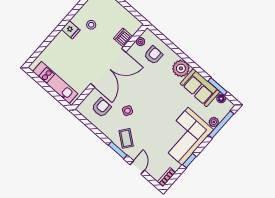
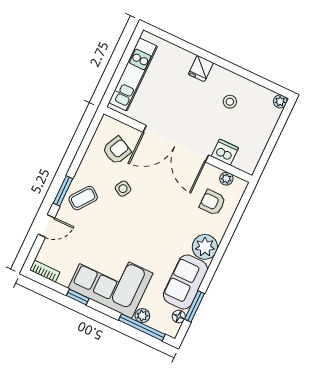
fridge: (71, 30) -> (201, 68), moved
armchair: (153, 55) -> (212, 203), turned 180
armchair: (101, 108) -> (117, 150), turned -64

